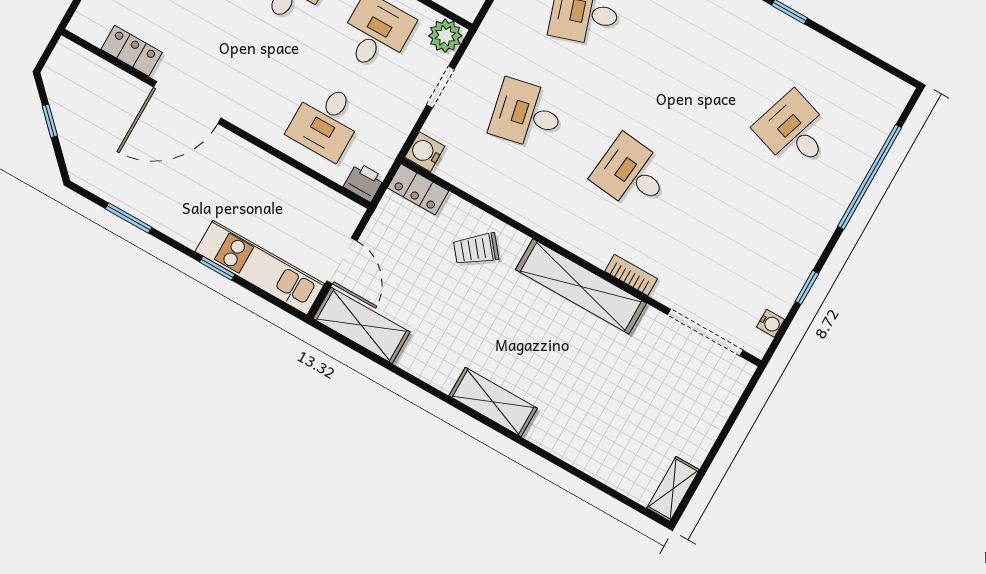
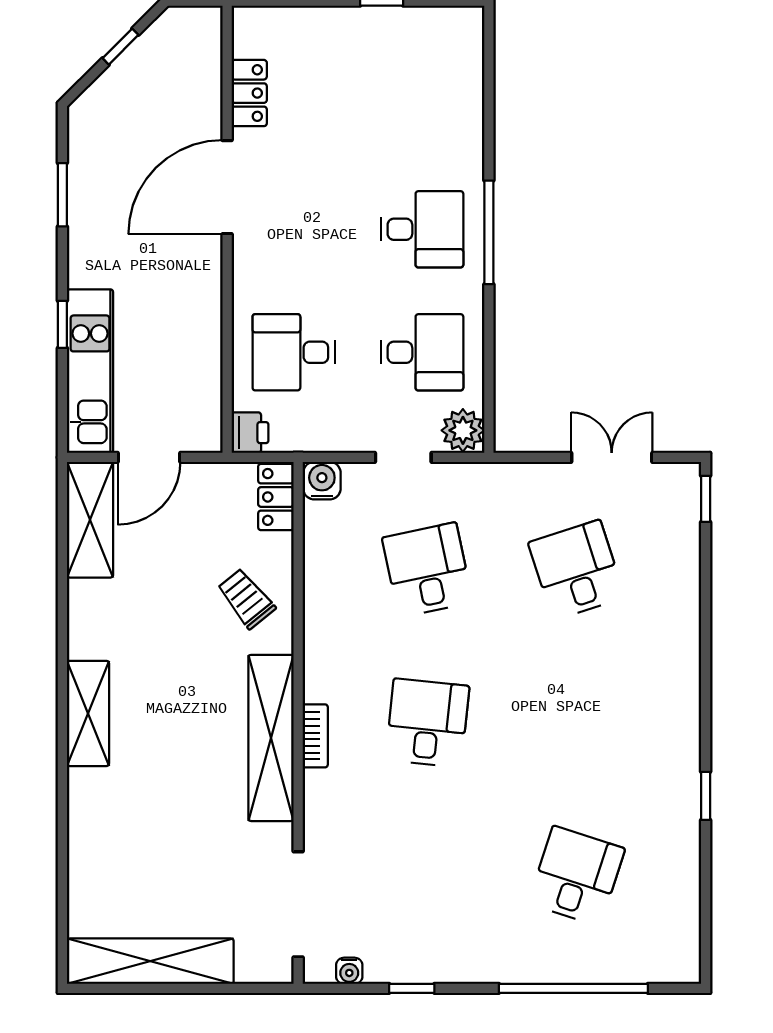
door: (187, 103) -> (227, 187), hinge flipped
bookcase: (631, 275) -> (315, 736), moved
shelving: (673, 489) -> (150, 961), width x2.20, depth x1.33

